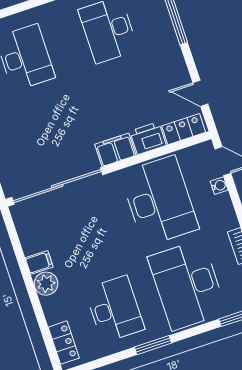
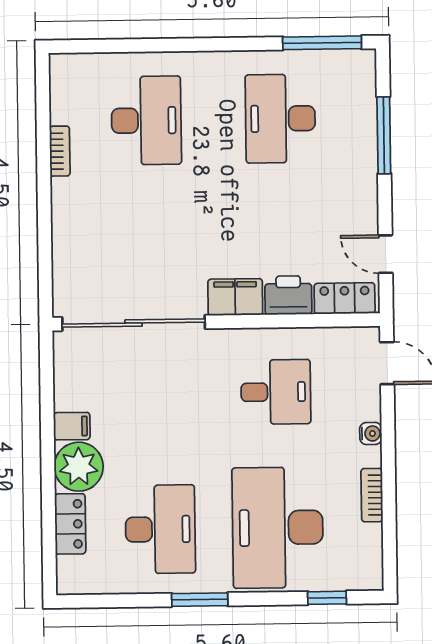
water cooler: (219, 186) -> (371, 433), moved
desk: (159, 201) -> (276, 392), width x0.53, depth x0.77
plant: (46, 284) -> (79, 467), width x1.36, depth x1.36
locker: (64, 343) -> (70, 524), moved

